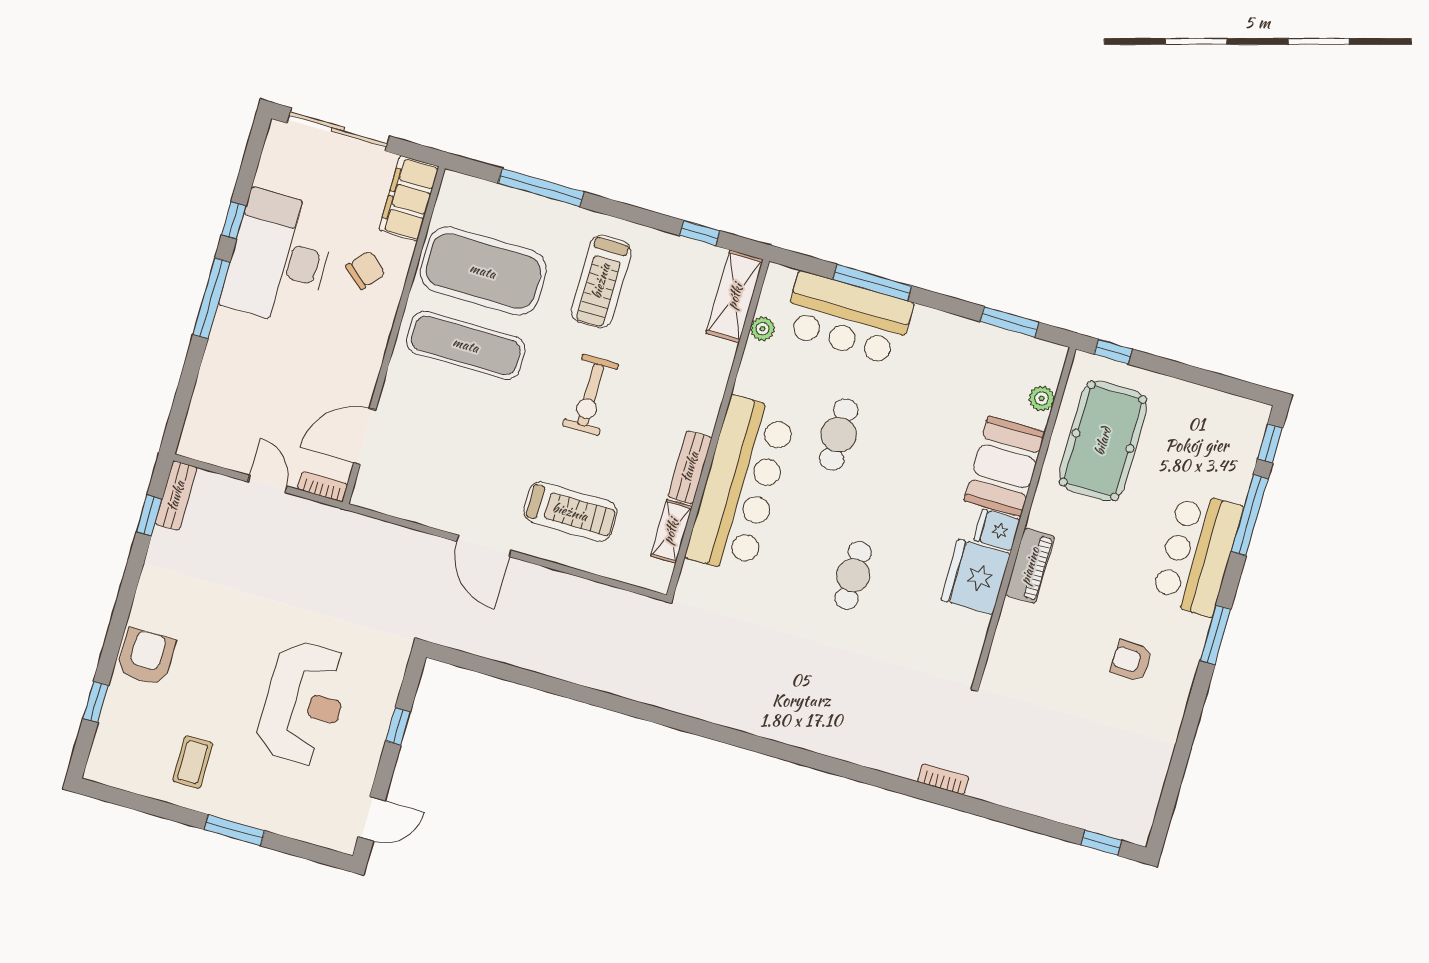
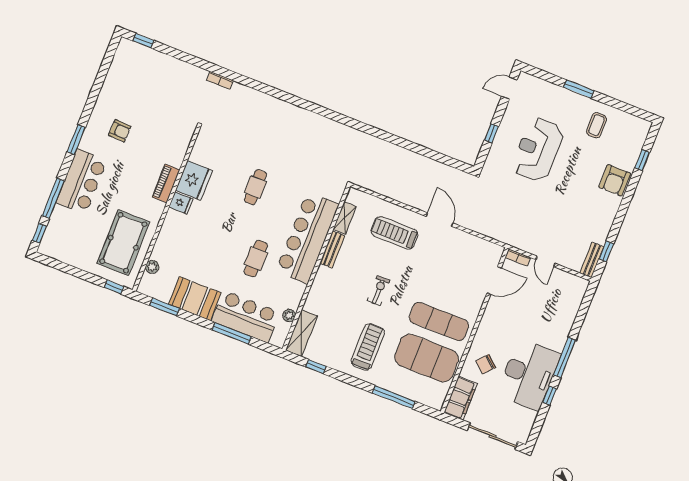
exercise bike: (591, 395) -> (379, 291), width x0.73, depth x0.72
booth: (1005, 466) -> (195, 299), moved, turned 90

